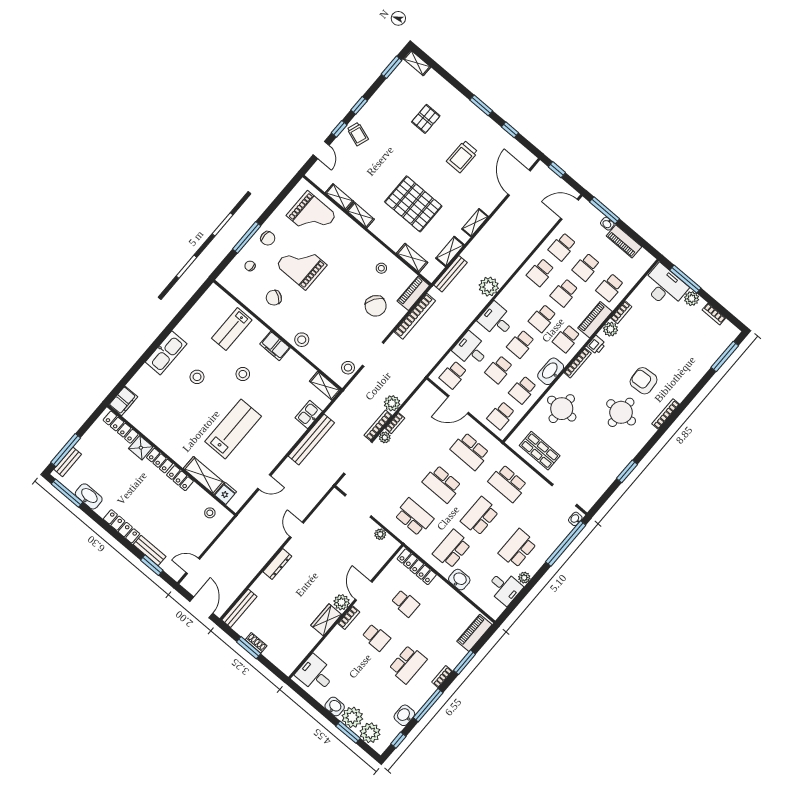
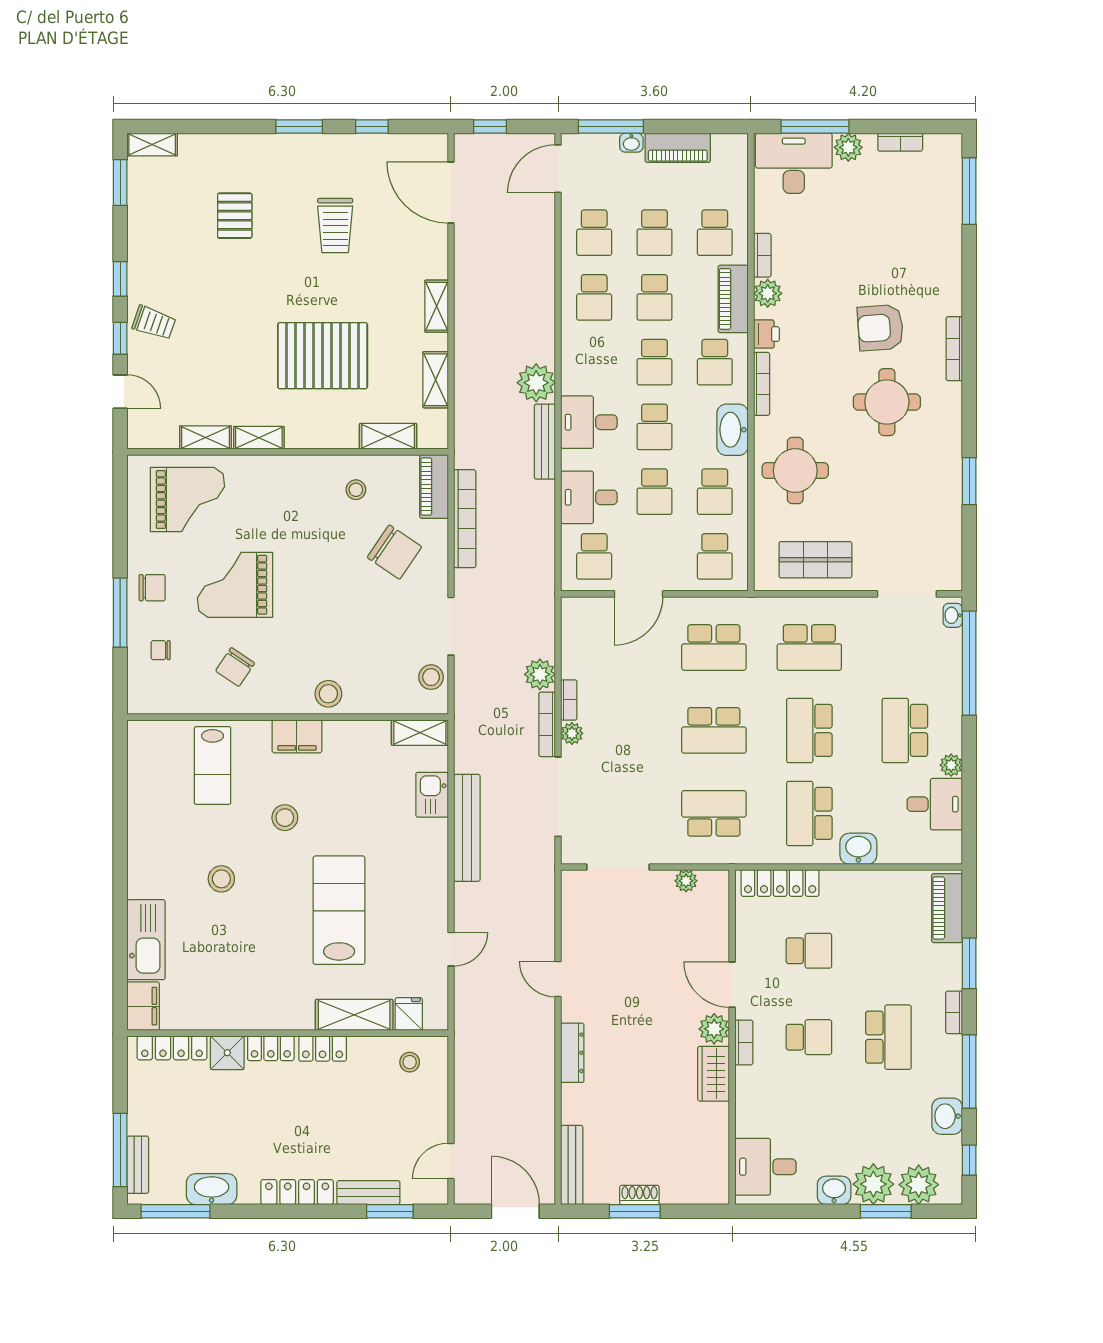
bench: (450, 274) -> (545, 442), moved
kitchen sink: (166, 353) -> (146, 940), moved

